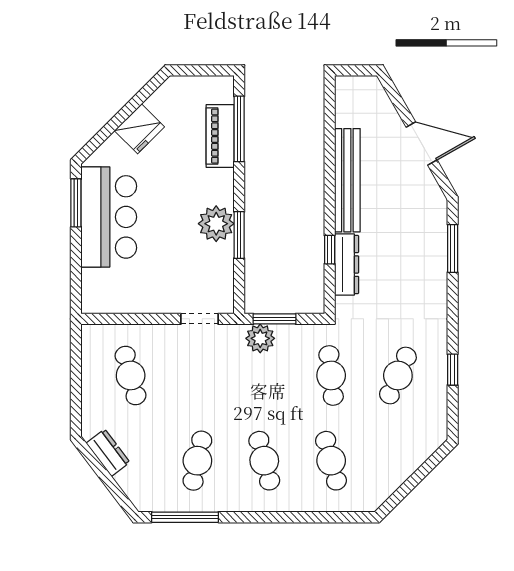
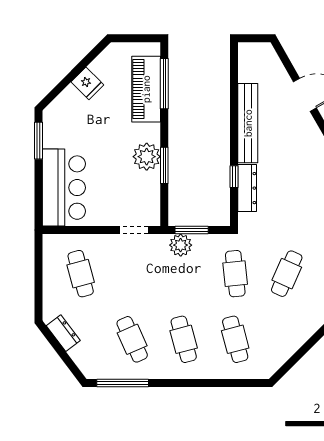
fridge: (139, 129) -> (87, 83), width x0.72
piano: (220, 136) -> (146, 89), width x1.37, depth x1.33
bar counter: (109, 217) -> (64, 188), moved
cafe table: (197, 461) -> (132, 339), turned -36

